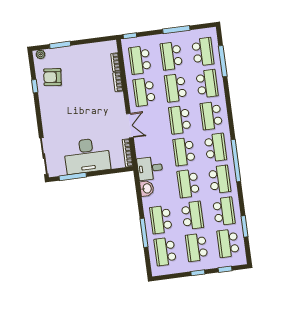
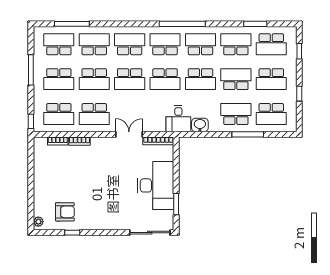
window: (60, 45) -> (31, 199), removed
armchair: (52, 77) -> (65, 212), turned -96
school desk: (211, 116) -> (130, 44), turned 180
window: (73, 177) -> (176, 204), width x0.69
school desk: (161, 220) -> (236, 114), turned 180
window: (198, 273) -> (299, 94), moved

